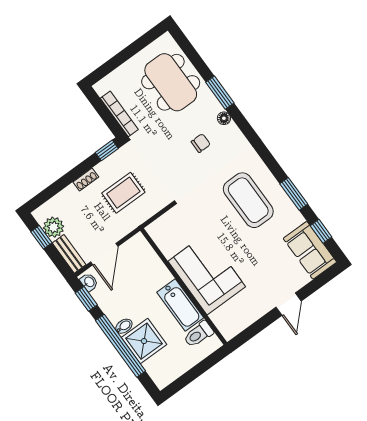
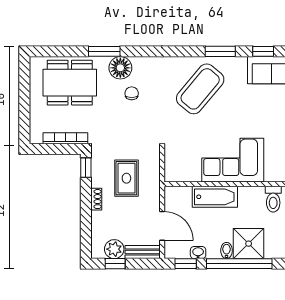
floor lamp: (224, 118) -> (120, 68), width x1.89, depth x1.89
coffee table: (248, 200) -> (200, 89), turned -50
washbasin: (89, 282) -> (198, 253), moved
bathtub: (180, 305) -> (215, 197), moved

